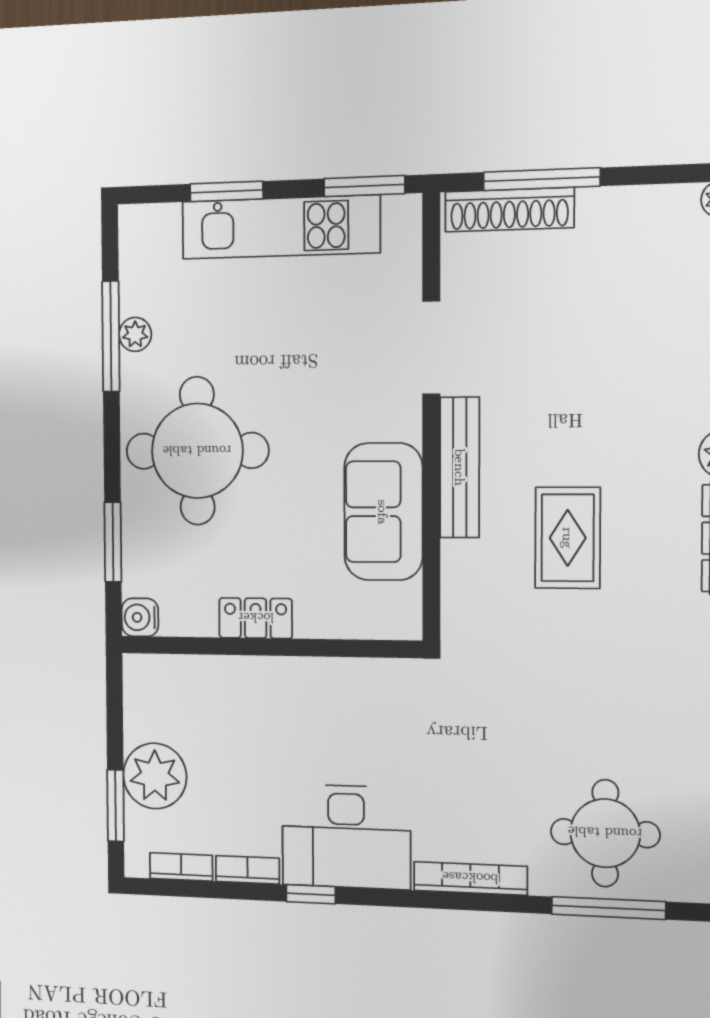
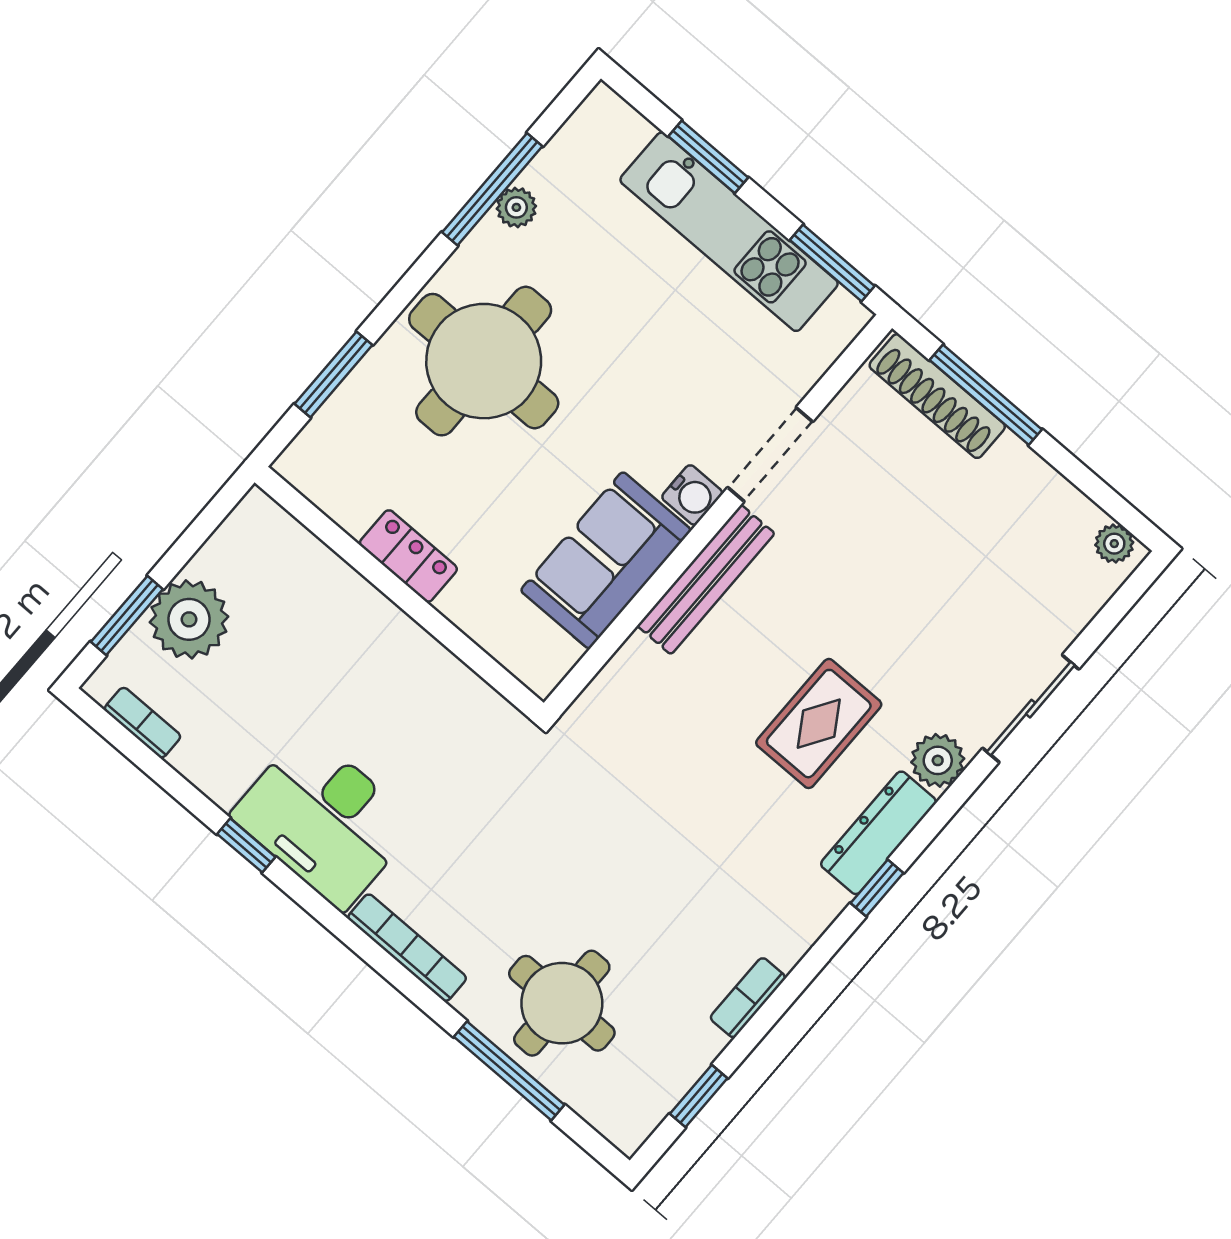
rug: (568, 538) -> (819, 724), moved
water cooler: (140, 617) -> (692, 495), moved, turned 180
bookcase: (247, 870) -> (205, 776), removed

